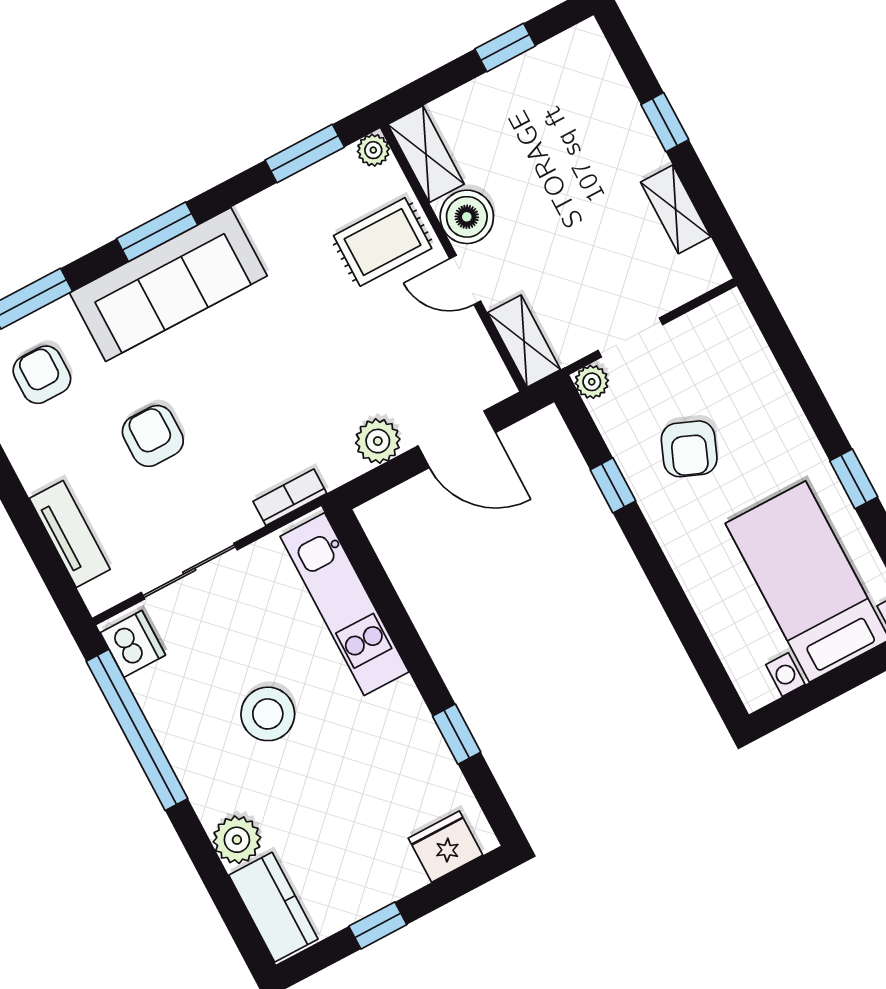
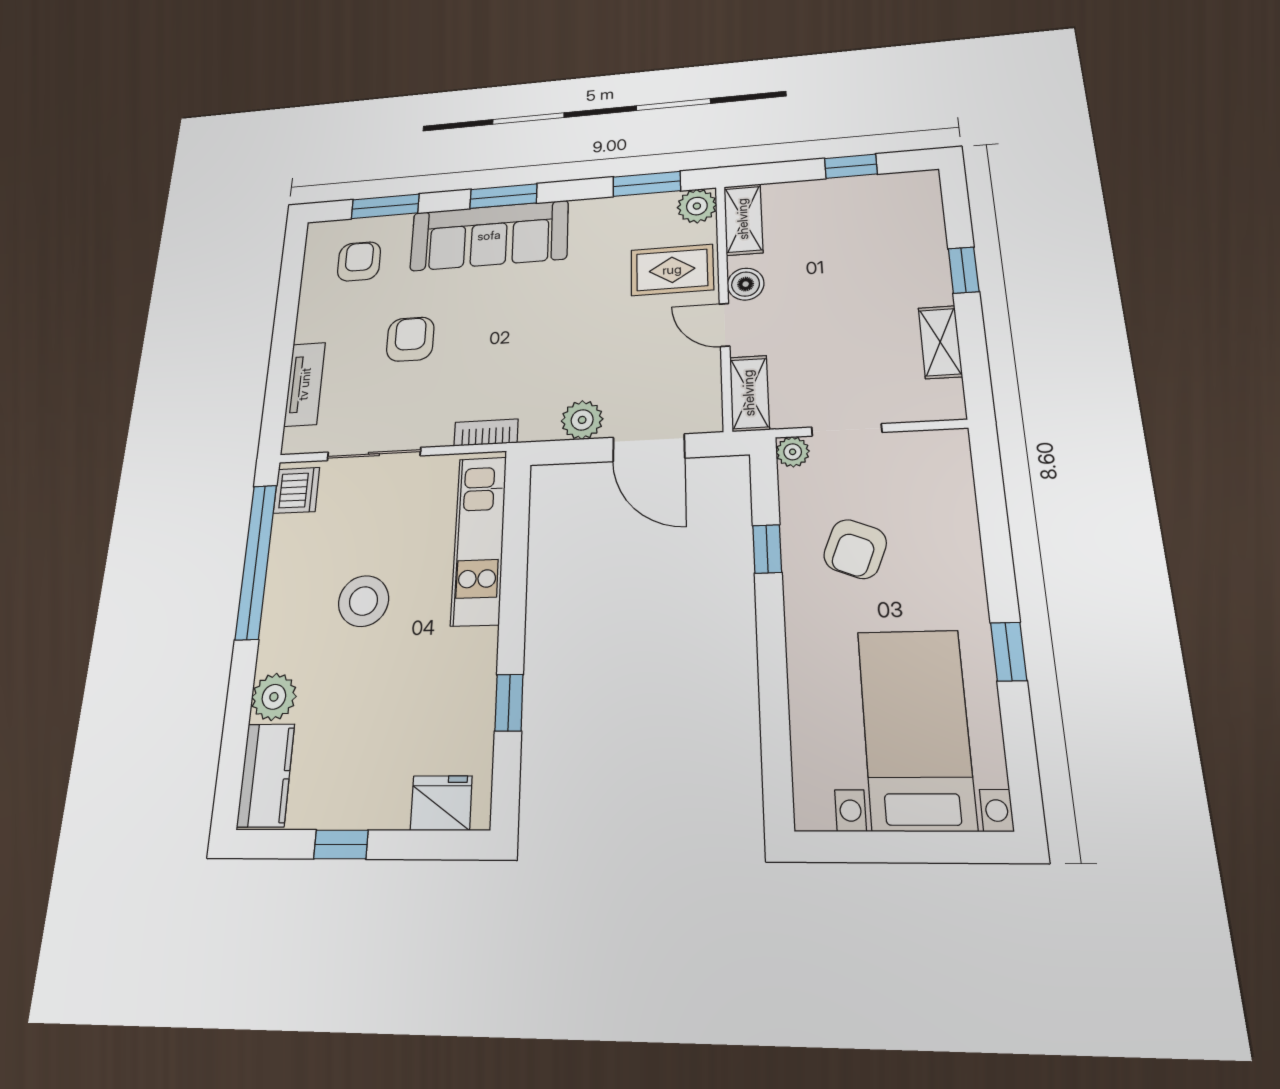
plant: (373, 150) -> (697, 206), width x1.38, depth x1.38
boiler: (467, 217) -> (746, 284), width x0.73, depth x0.73

